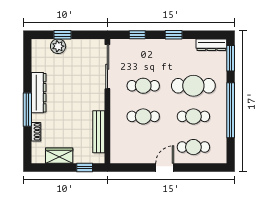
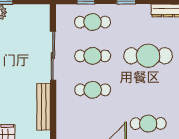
sliding door: (107, 67) -> (53, 56), moved
cafe table: (193, 116) -> (93, 22), moved

